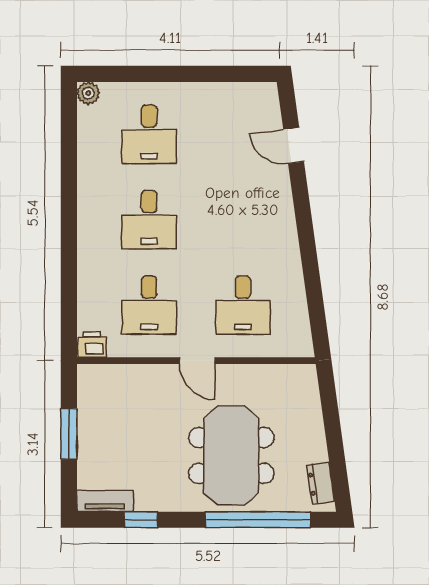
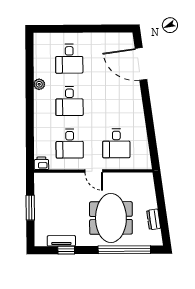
plant: (88, 93) -> (39, 84), moved
door: (294, 145) -> (141, 64), width x1.87
dresser: (321, 483) -> (154, 219), moved
tv unit: (105, 501) -> (61, 241), moved

